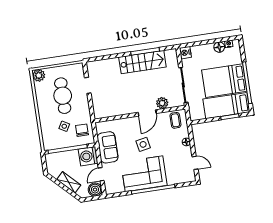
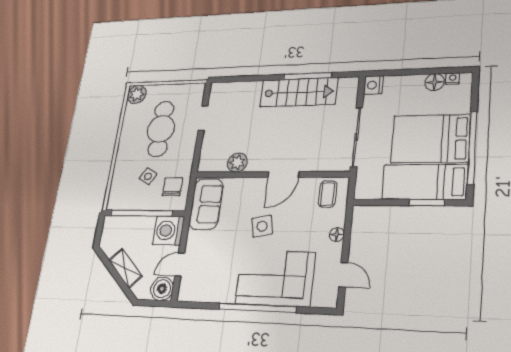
plant: (162, 103) -> (237, 163), moved
sofa: (108, 147) -> (206, 204), moved
corner sofa: (144, 174) -> (275, 278), moved

